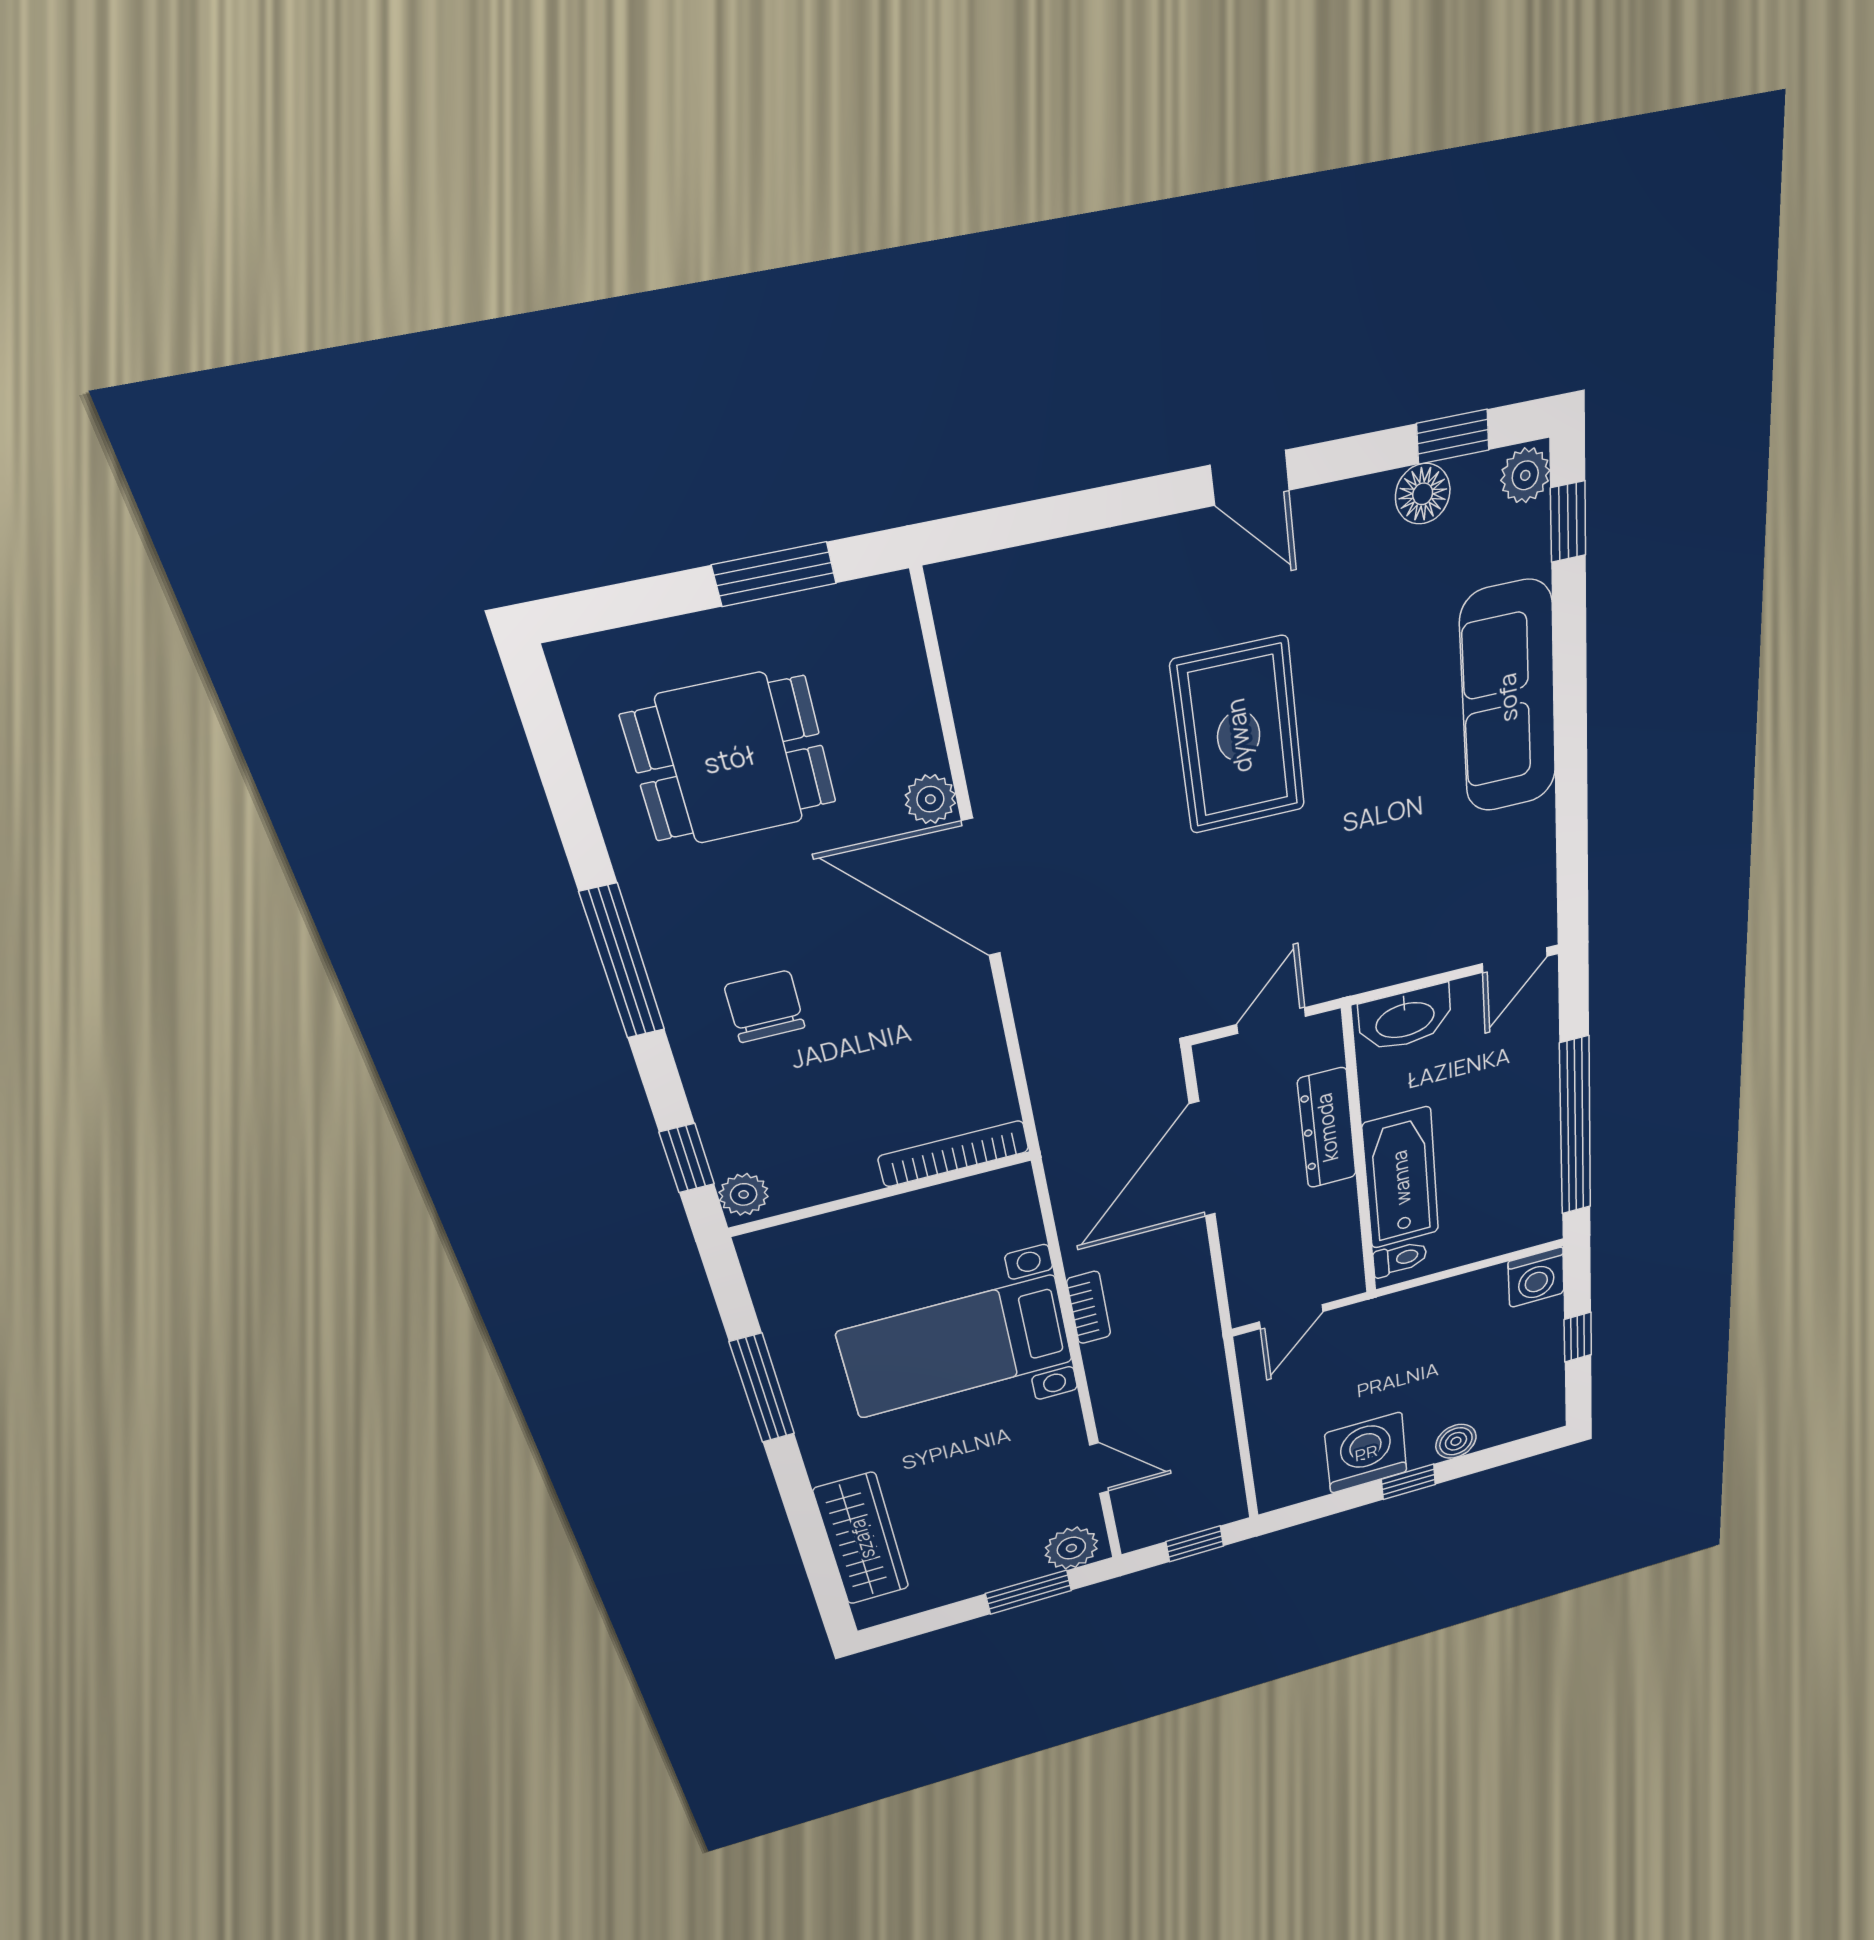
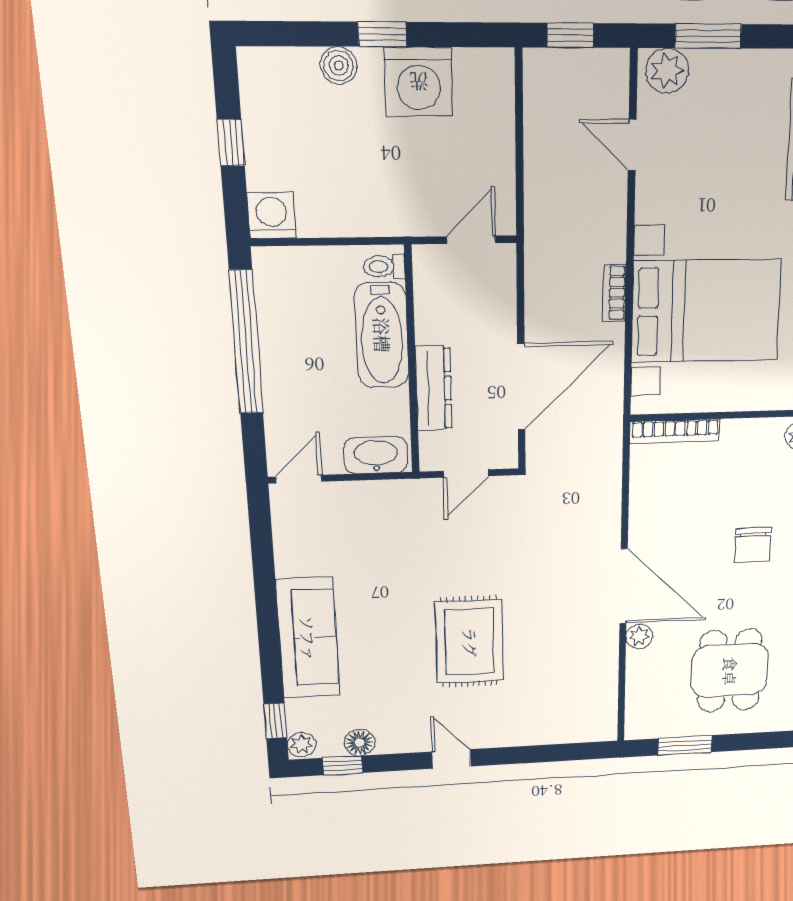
dining table: (730, 759) -> (730, 671), turned 90
bed with nightstands: (956, 1347) -> (706, 311), width x1.36

